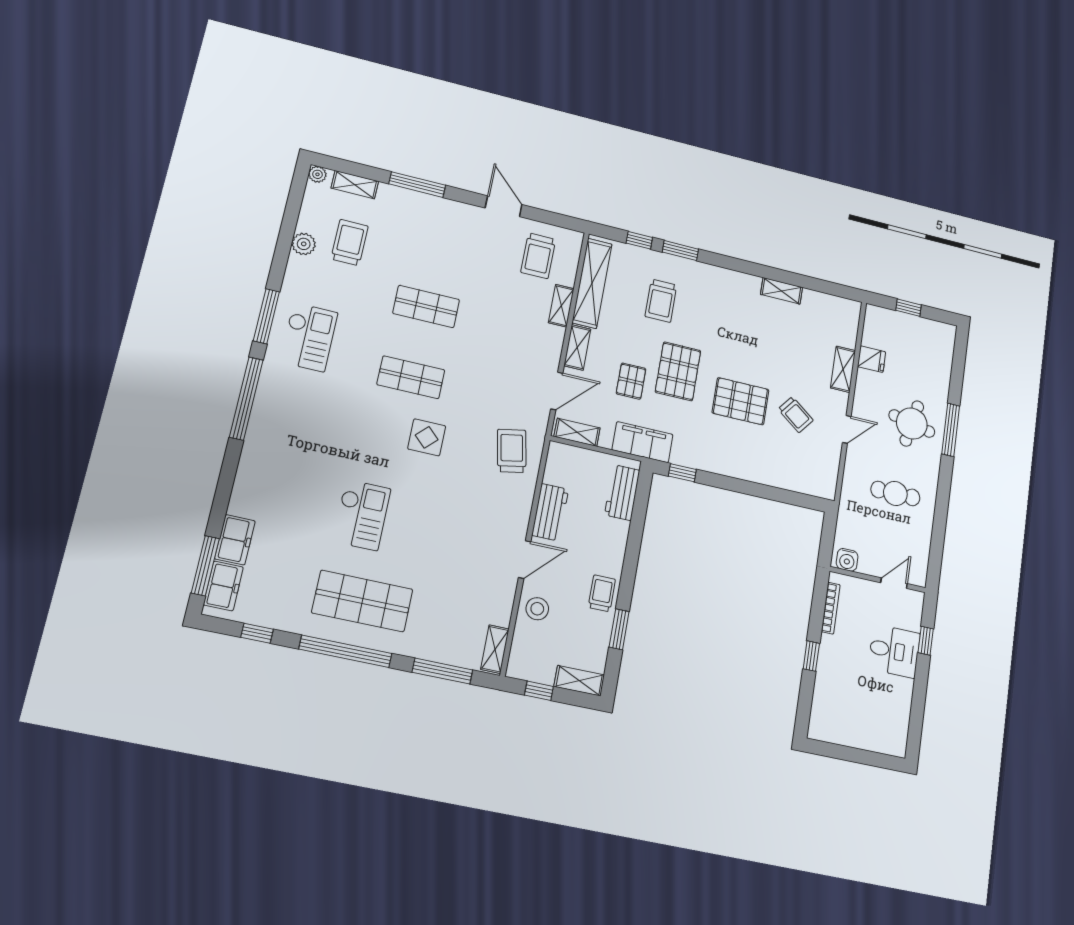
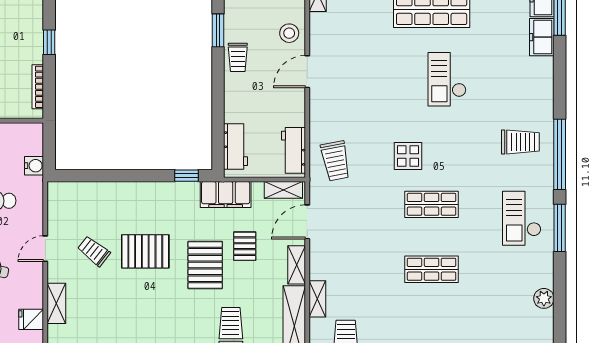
trolley: (350, 242) -> (520, 142), moved, turned -90
workbench: (550, 512) -> (293, 150), moved
water cooler: (847, 560) -> (34, 166), moved, turned 90

